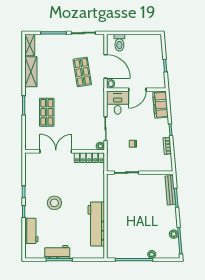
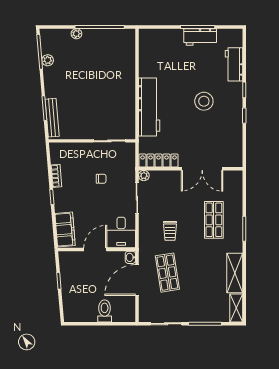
toilet: (119, 43) -> (105, 311), moved
door: (106, 66) -> (137, 280), hinge flipped
trolley: (80, 104) -> (170, 231), added
workbench: (96, 224) -> (149, 107), moved

